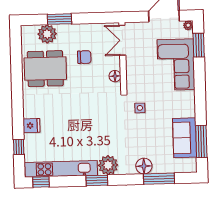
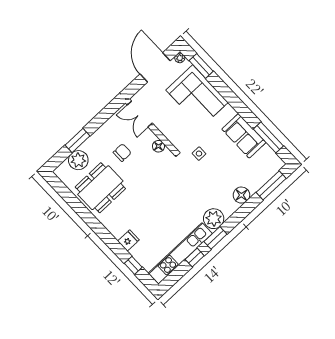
sofa: (185, 138) -> (244, 136), moved
window: (159, 179) -> (271, 185), moved
window: (41, 182) -> (195, 257), moved

